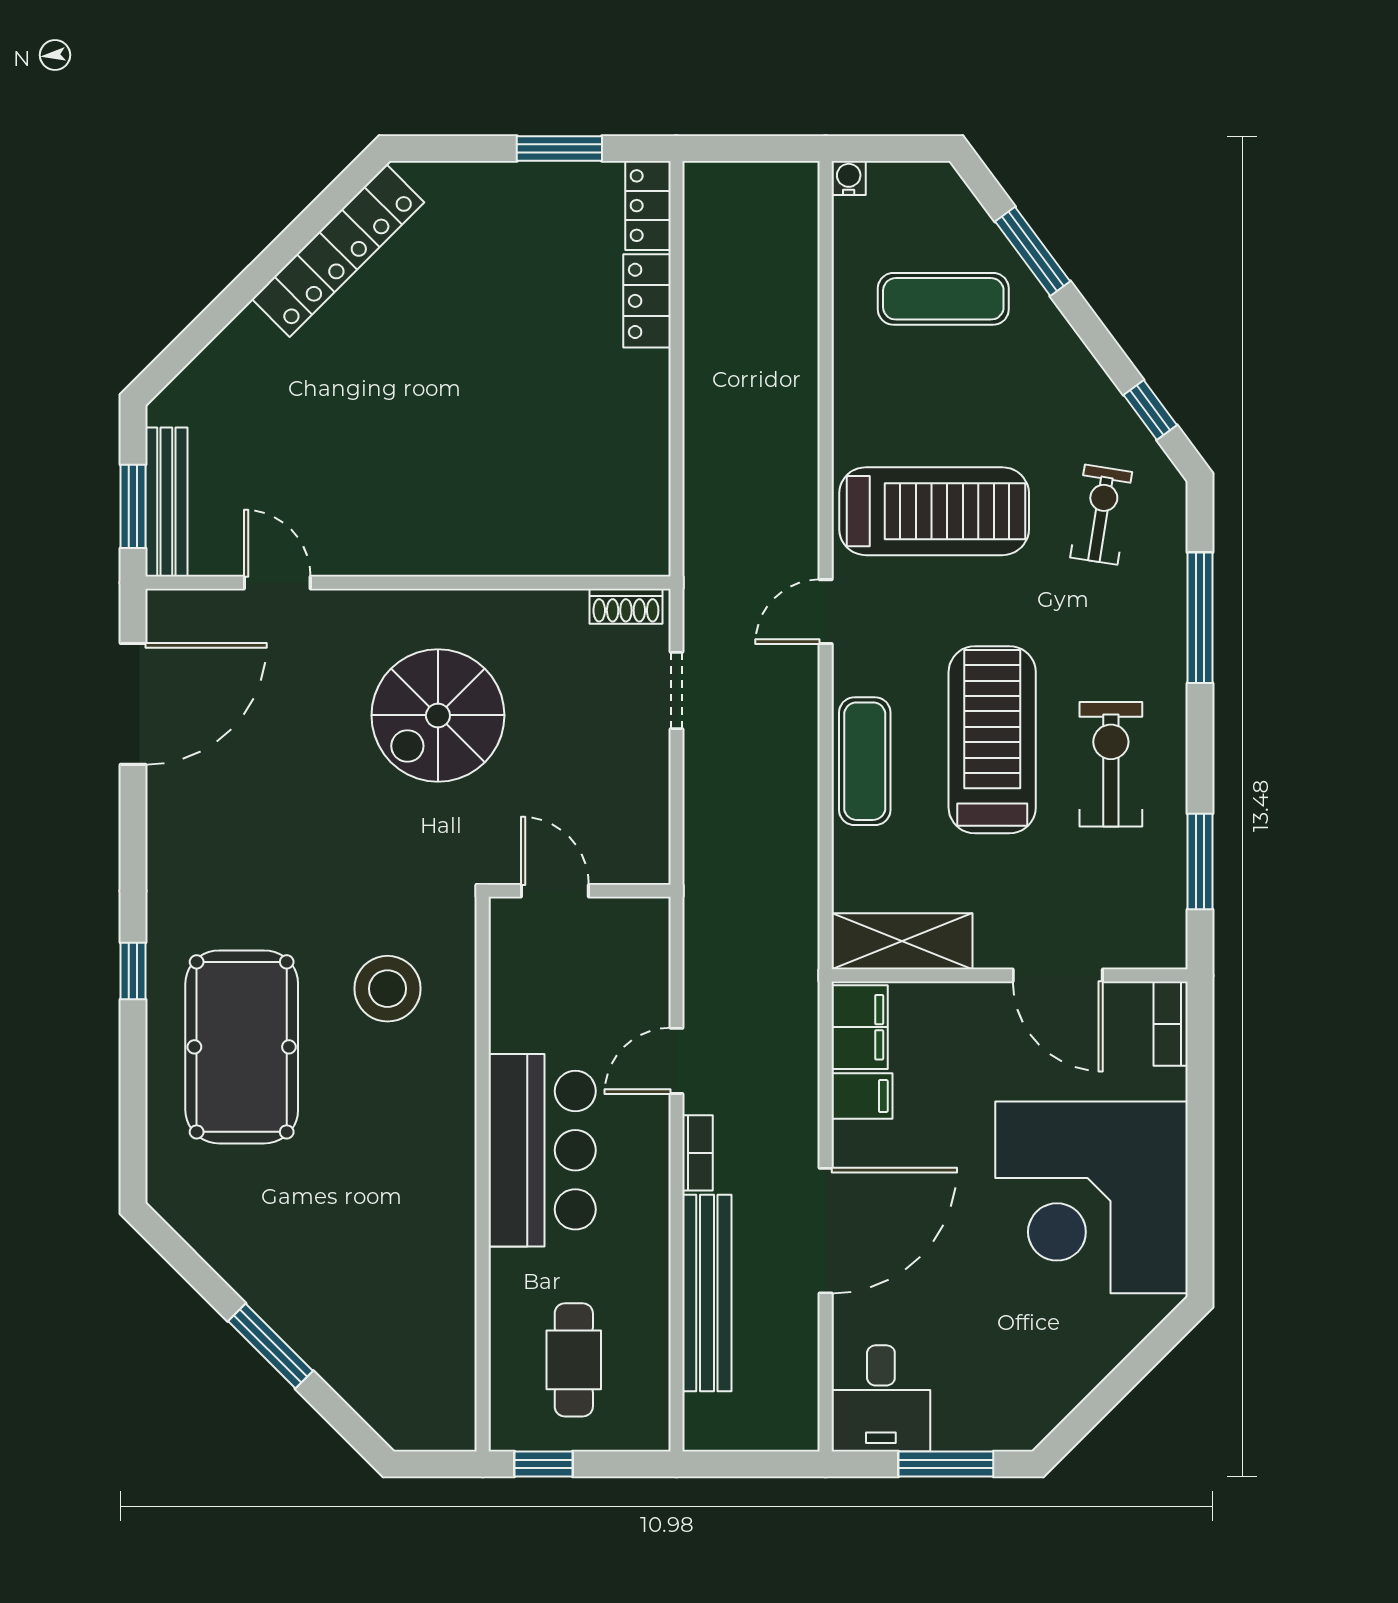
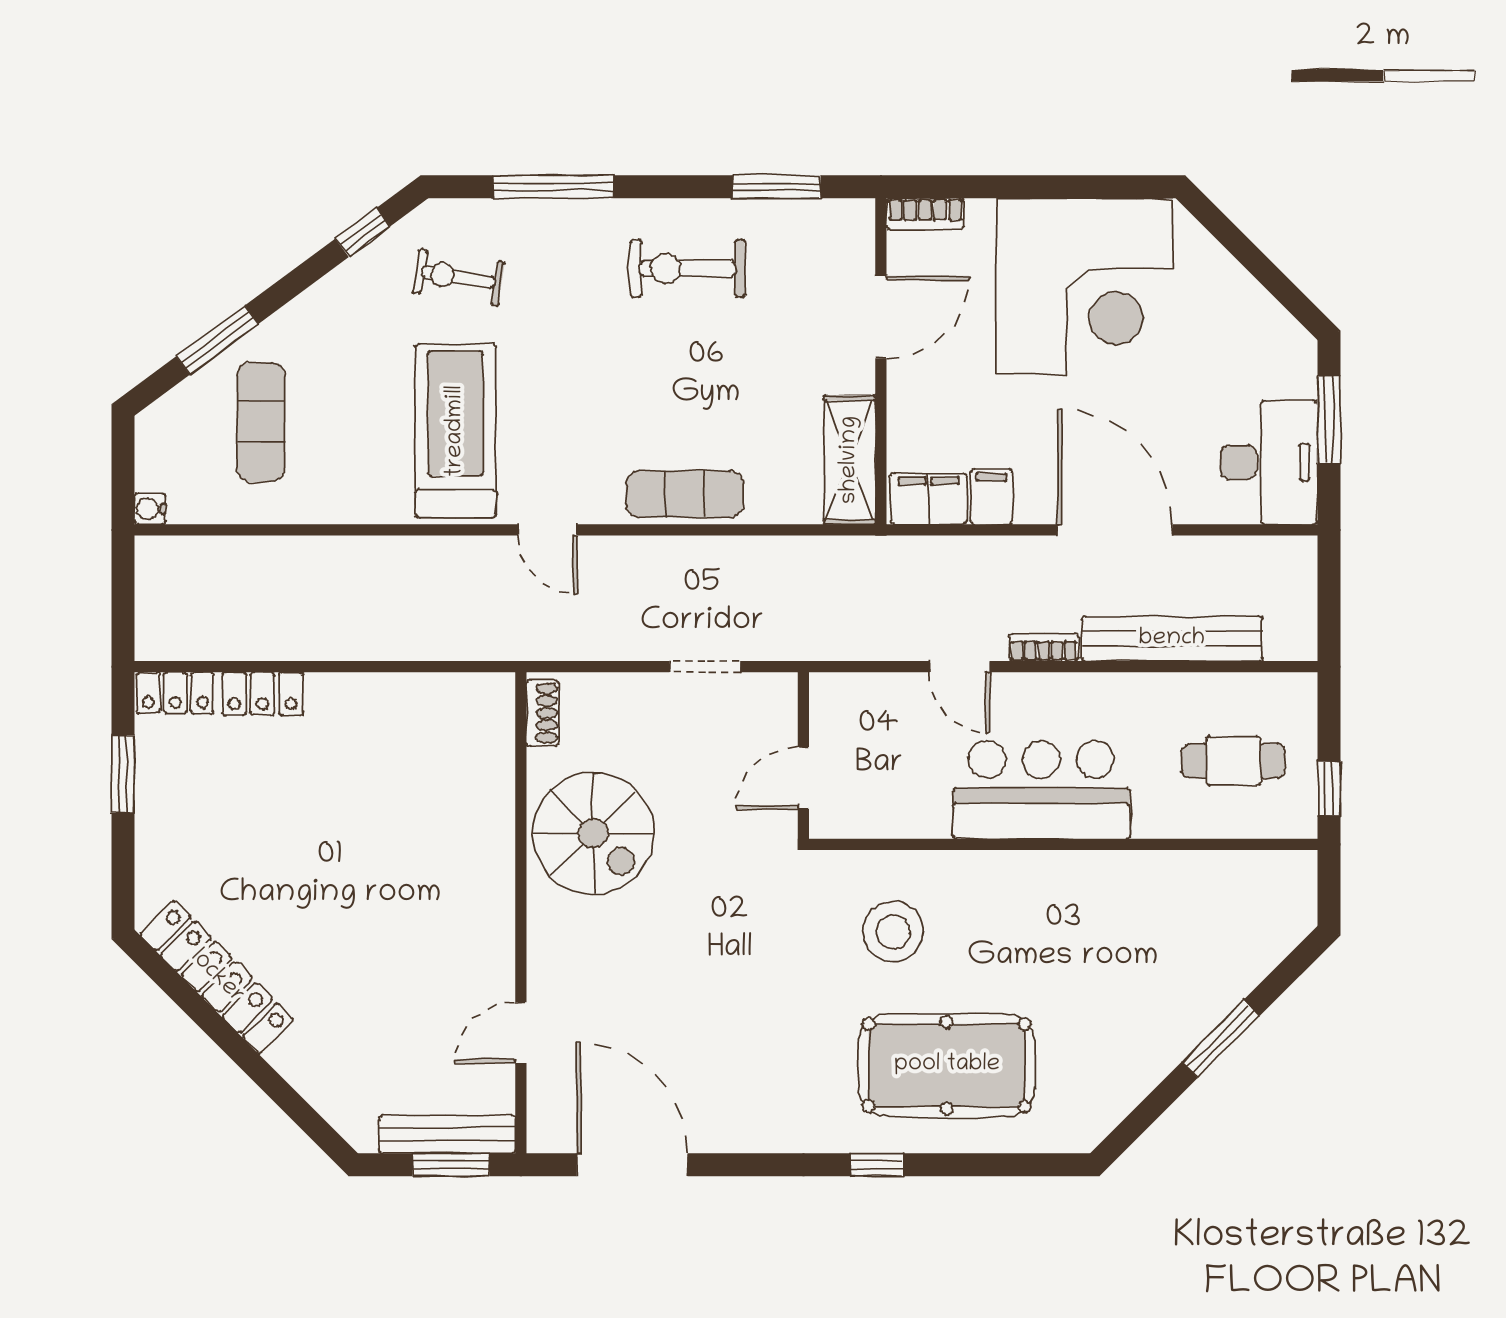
doorway: (676, 691) -> (705, 667), moved
spiral stairs: (438, 715) -> (593, 833), moved
treadmill: (992, 740) -> (665, 377), removed
desk: (881, 1398) -> (1269, 462), width x1.37

